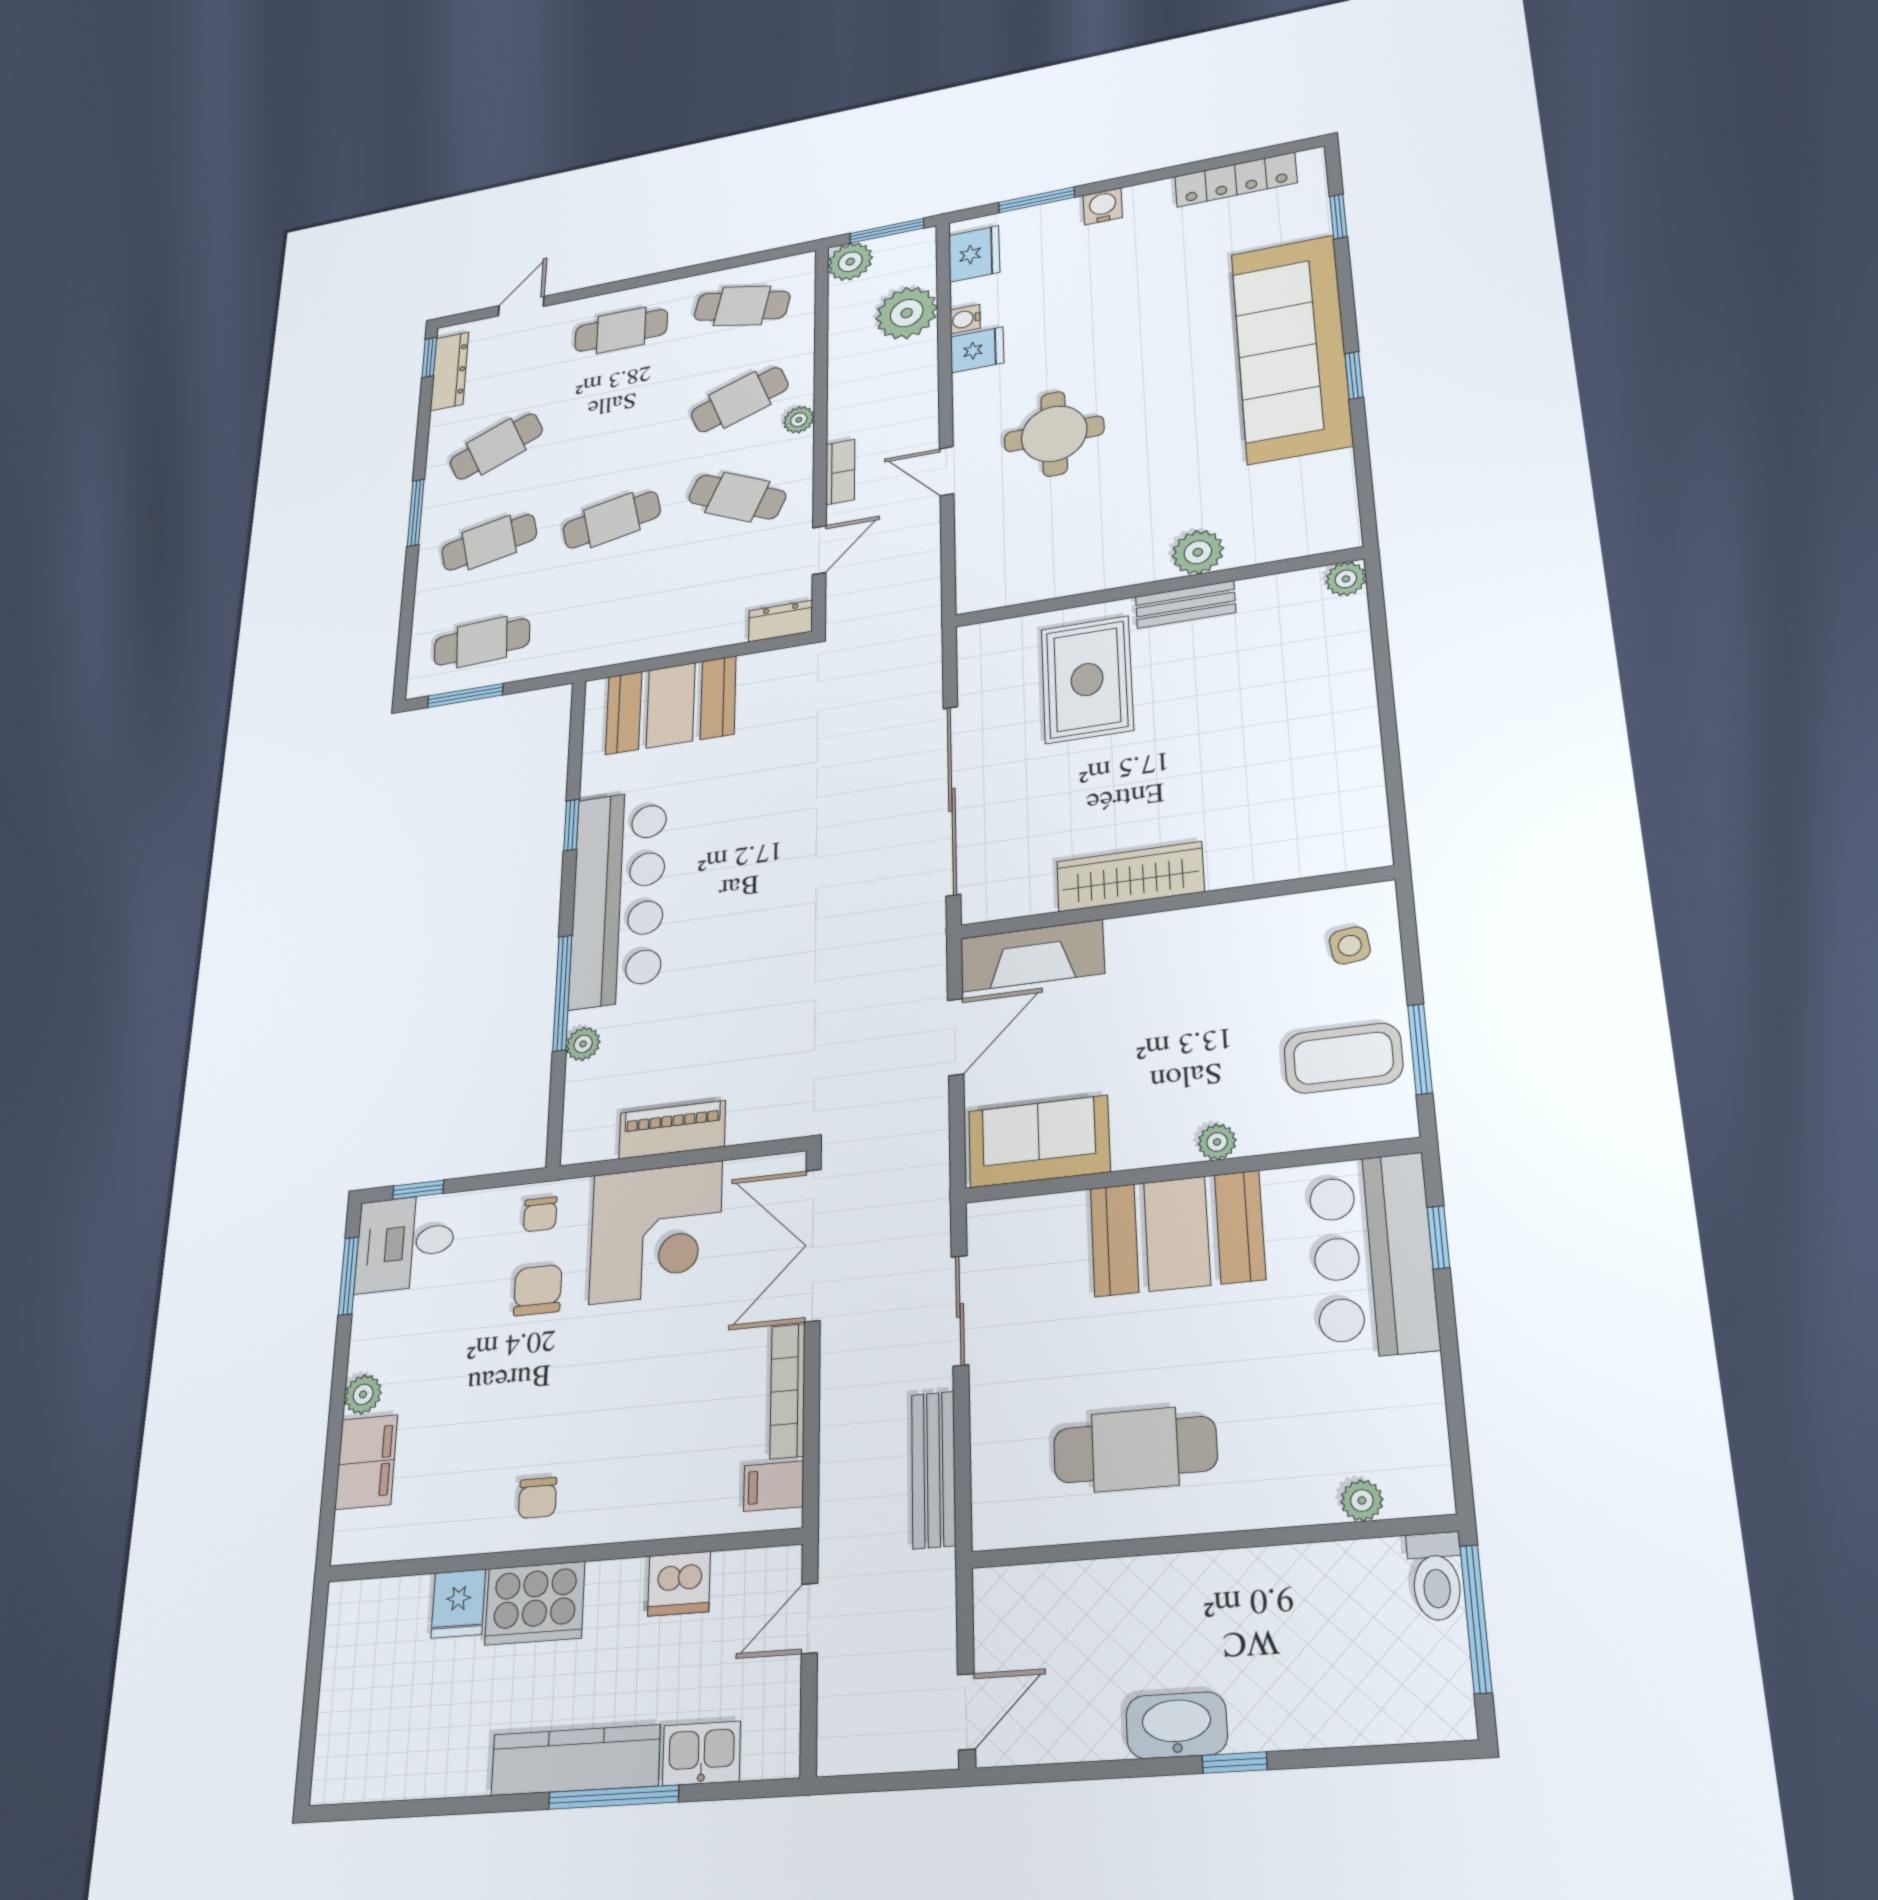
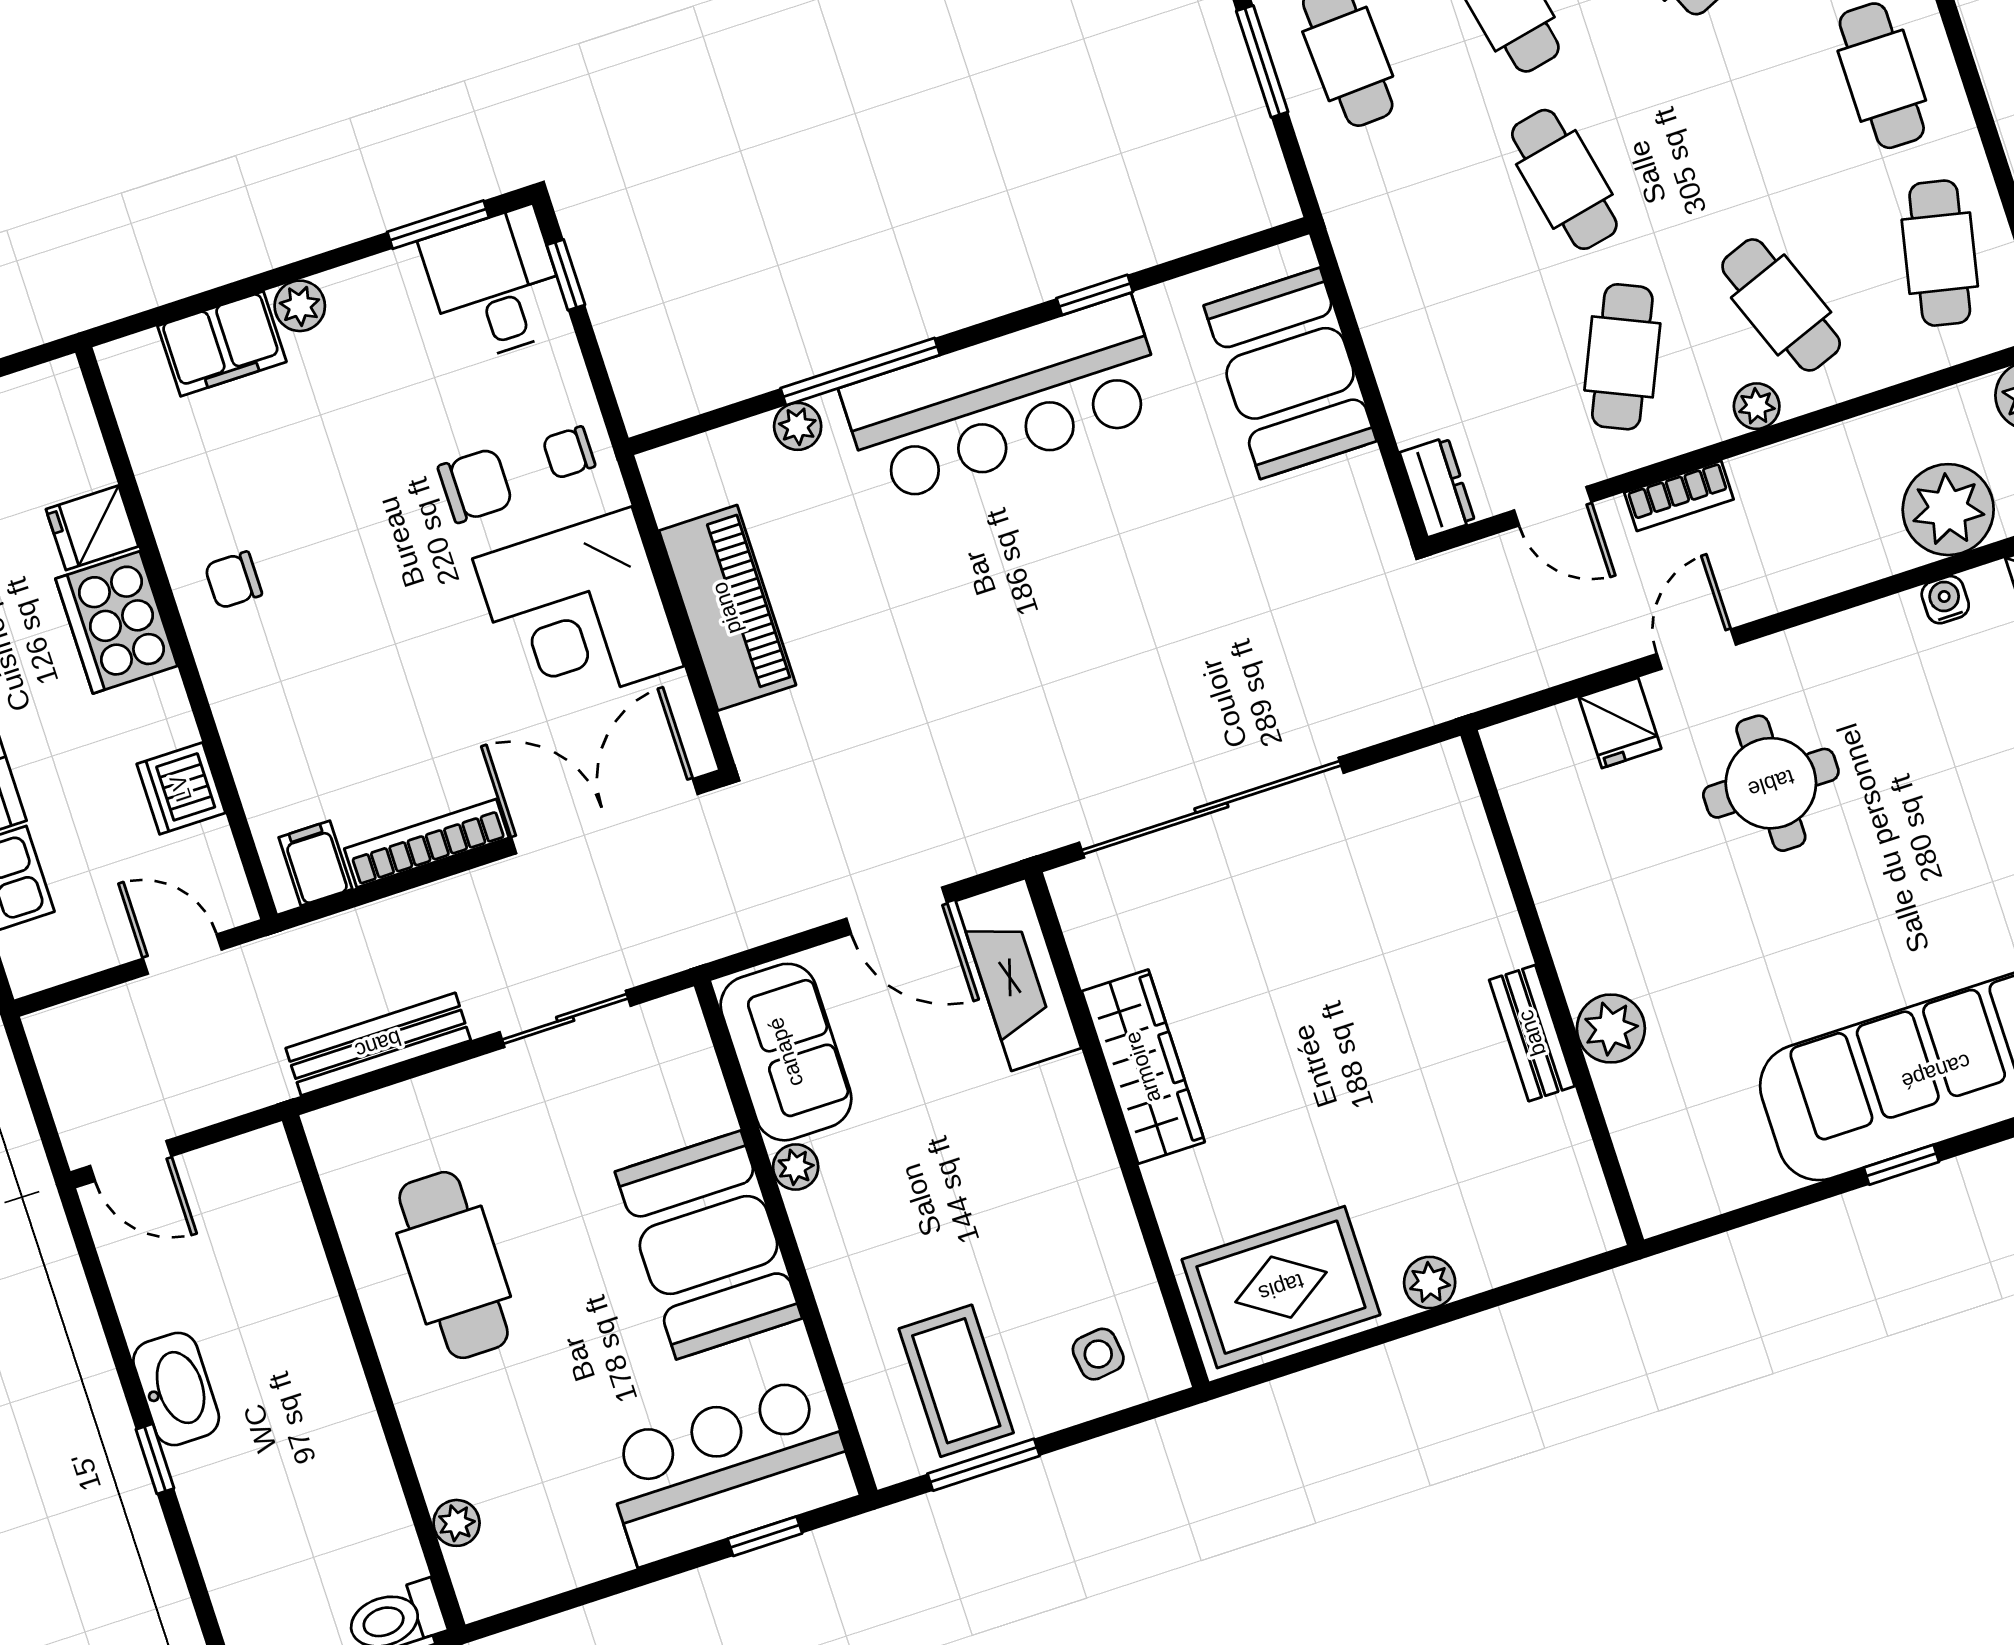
fridge: (977, 350) -> (1620, 723), moved
plant: (1346, 579) -> (1430, 1282), moved
rug: (1087, 680) -> (1281, 1287), moved
piano: (672, 1130) -> (727, 608), width x1.37, depth x1.33
plant: (1217, 1142) -> (796, 1167), moved

